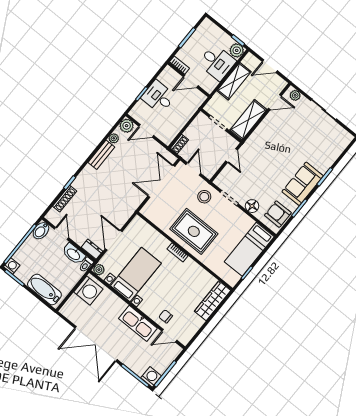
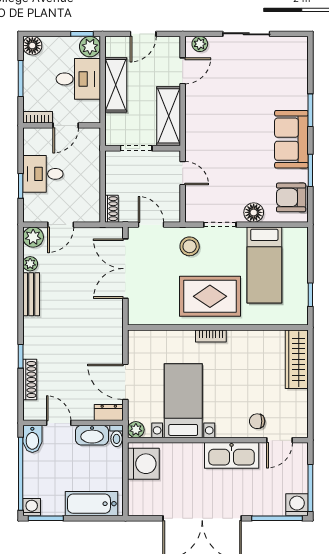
floor lamp: (207, 25) -> (32, 46), added
bed: (249, 249) -> (264, 265), moved

